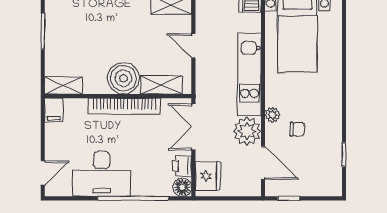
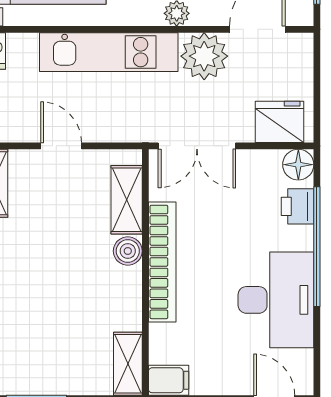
door: (193, 46) -> (61, 146), swing flipped
boiler: (123, 78) -> (128, 251), width x0.54, depth x0.54
printer: (182, 166) -> (298, 206), moved, turned 90

